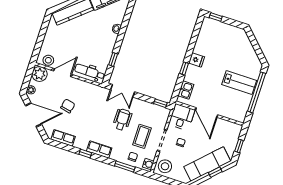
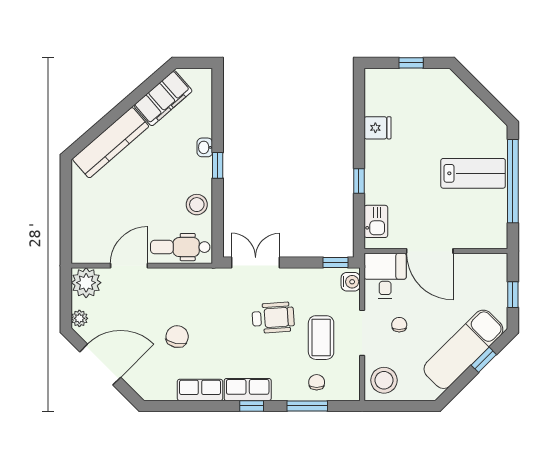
window: (216, 17) -> (411, 63), moved
window: (113, 59) -> (218, 165), moved
stool: (48, 60) -> (197, 205), moved
fridge: (197, 60) -> (378, 128), moved
double door: (123, 91) -> (256, 262), swing flipped
chair: (68, 106) -> (177, 337), moved
wheelchair: (122, 120) -> (273, 318), turned 86
row of seats: (63, 138) -> (200, 390), moved
window: (85, 154) -> (252, 406), moved
water cooler: (148, 164) -> (351, 282), moved

